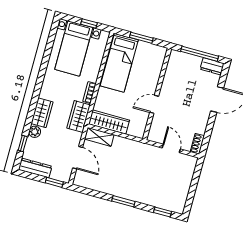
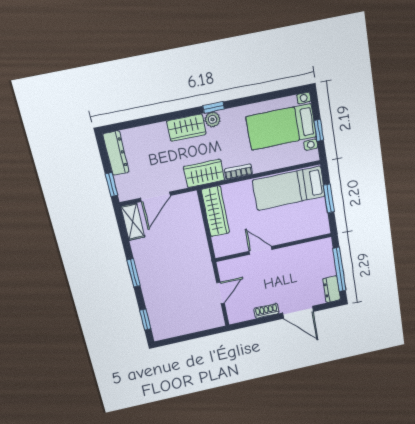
plant: (35, 132) -> (212, 119), moved
shelving: (99, 137) -> (133, 222), moved
window: (23, 144) -> (214, 107), moved
shoe rack: (197, 144) -> (266, 311), moved

